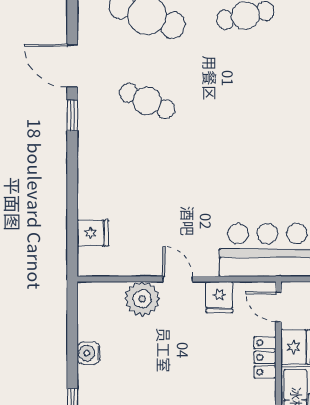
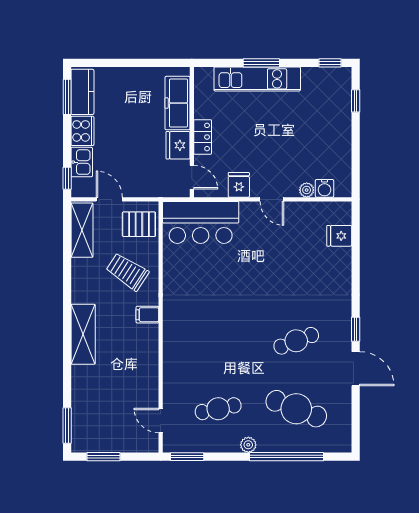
cafe table: (147, 101) -> (296, 341), turned -45
plant: (142, 299) -> (307, 190), width x0.53, depth x0.53
water cooler: (89, 353) -> (325, 188), moved, turned 90

